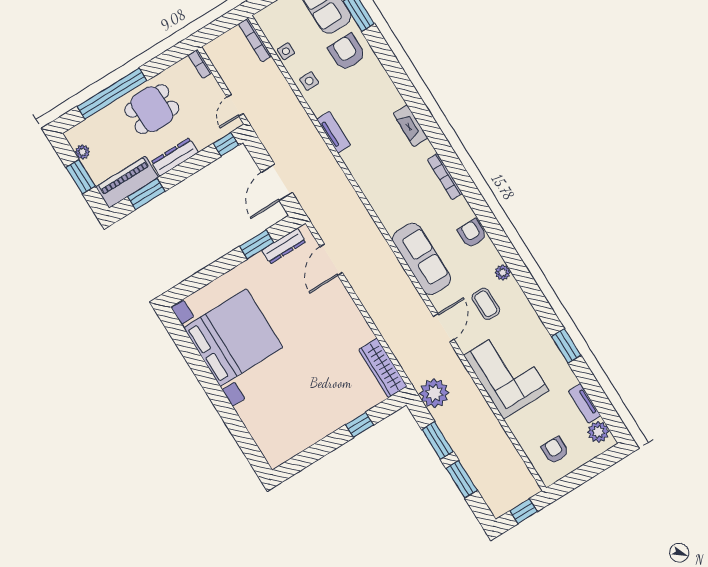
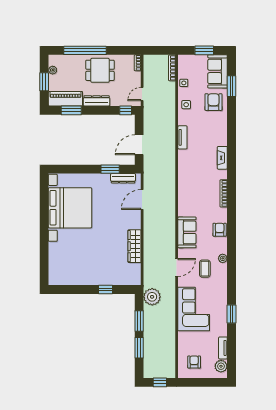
sofa: (422, 259) -> (187, 232), width x0.73
wardrobe: (383, 368) -> (134, 246), moved

